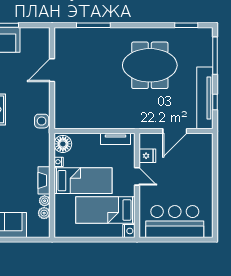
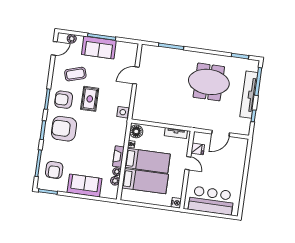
tv unit: (205, 98) -> (249, 95), moved
bed: (105, 210) -> (145, 181), moved, turned 180

